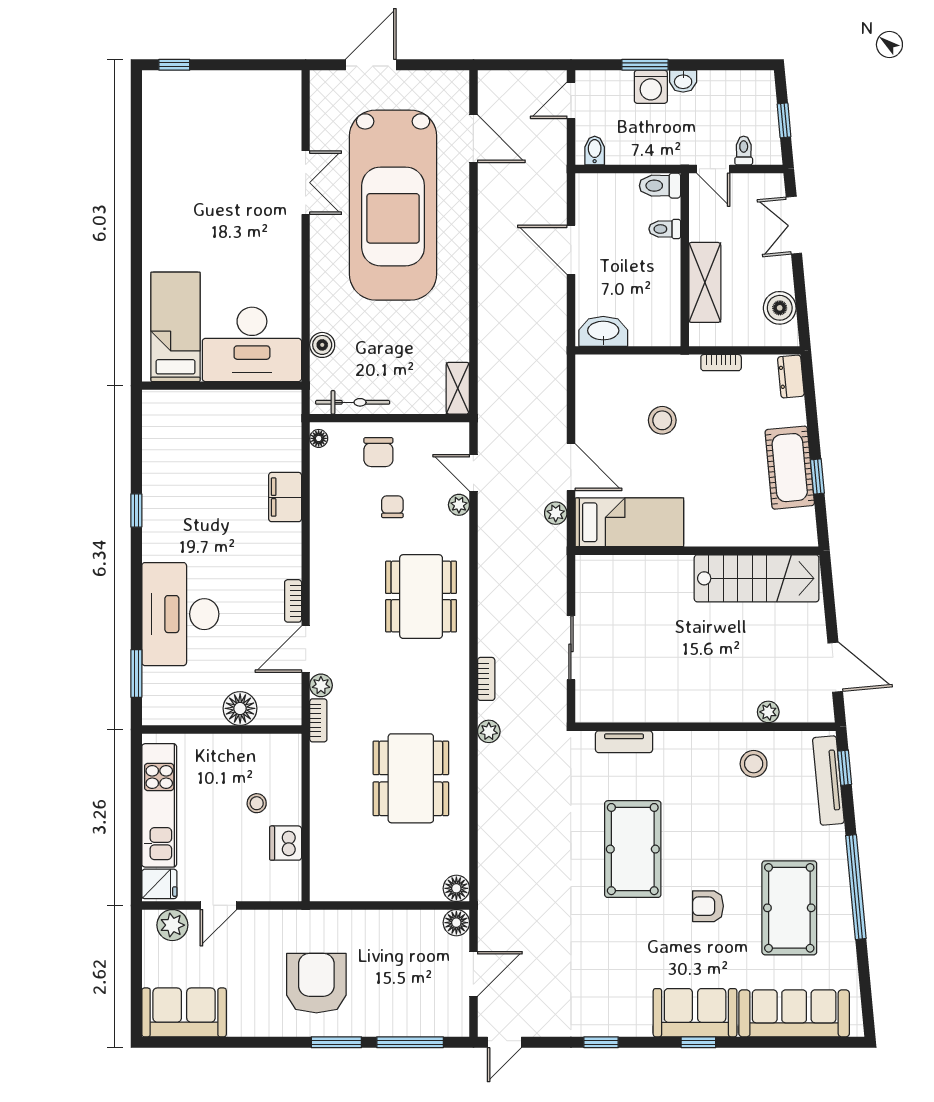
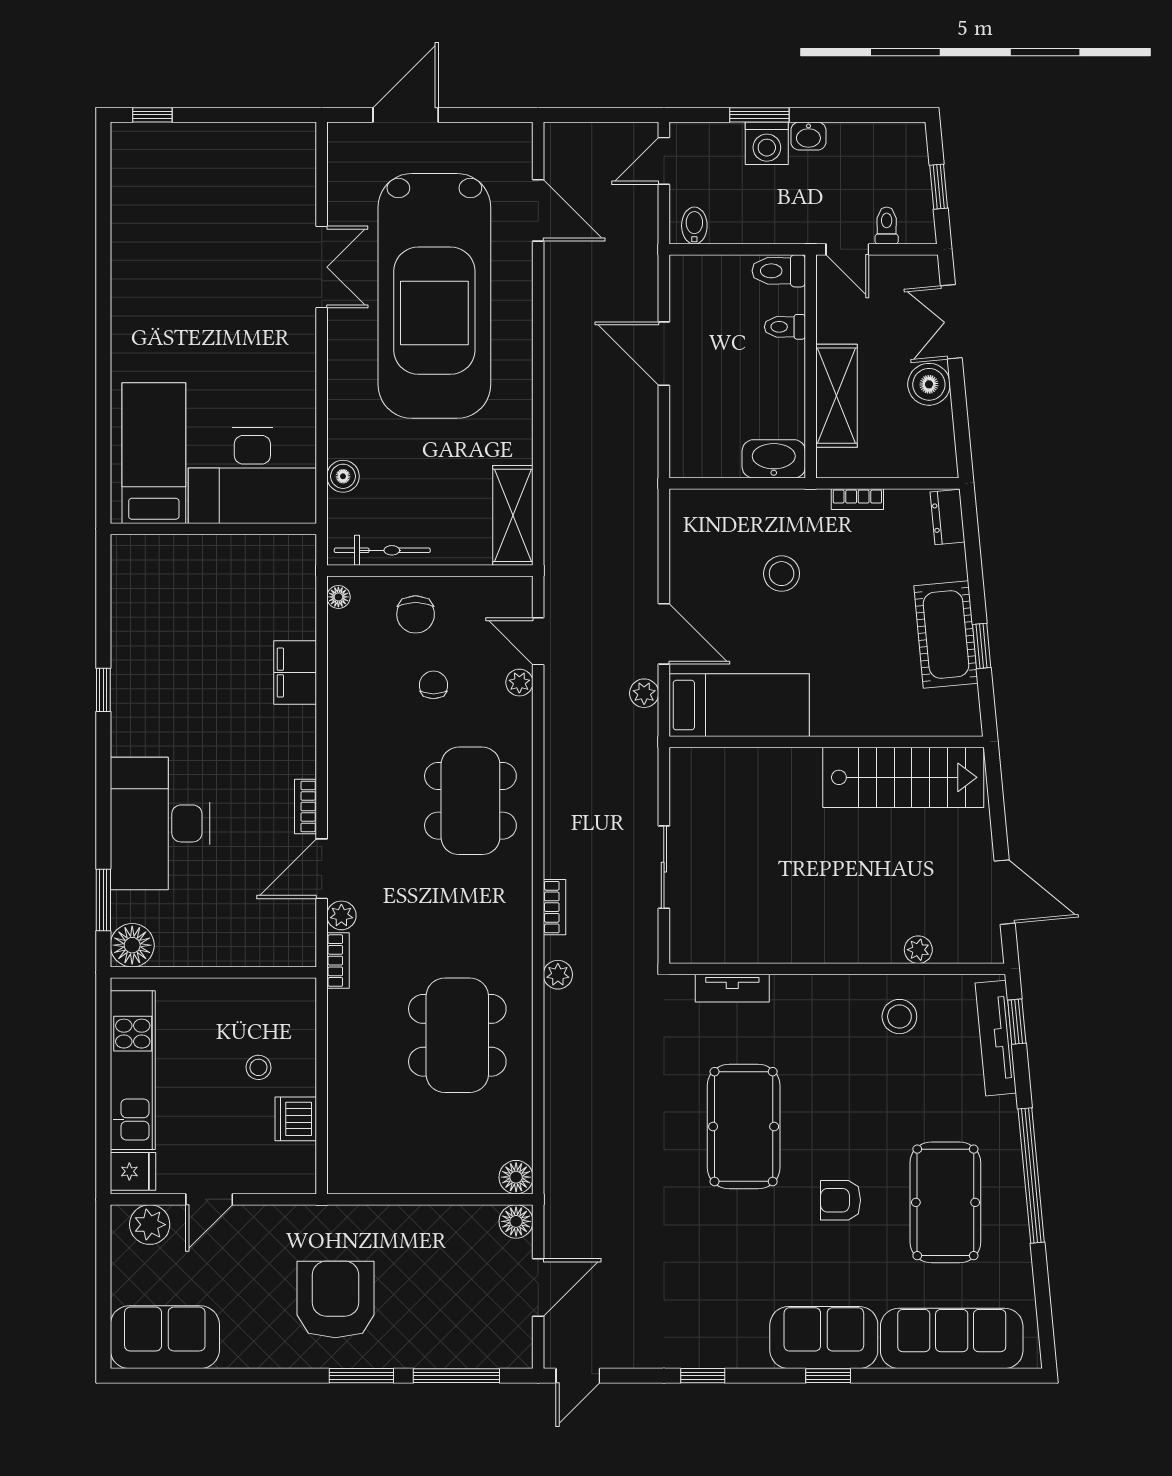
boiler: (780, 308) -> (929, 384), moved
washbasin: (603, 331) -> (774, 459), moved
shelving: (458, 388) -> (513, 515), width x1.50, depth x1.33
floor lamp: (240, 708) -> (132, 945), moved

